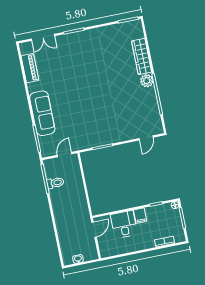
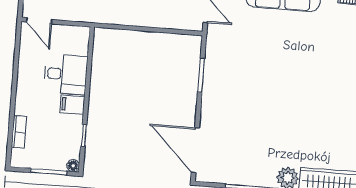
door: (146, 138) -> (195, 150), width x1.87
door: (94, 230) -> (39, 21), moved

